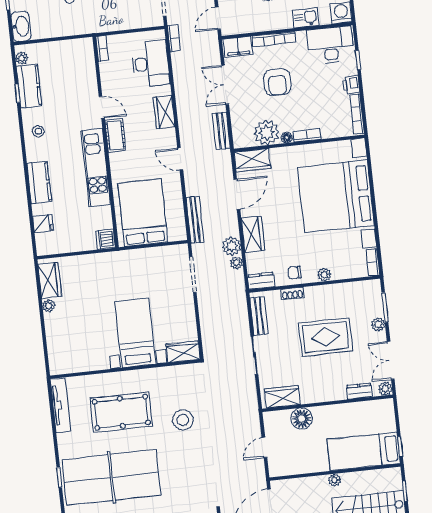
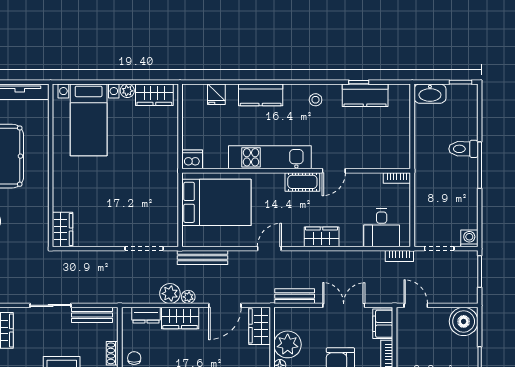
plant: (22, 58) -> (396, 91), removed
desk: (150, 64) -> (382, 228), width x0.73
door: (237, 194) -> (225, 305), hinge flipped
plant: (236, 263) -> (188, 297), moved
dresser: (261, 281) -> (146, 315), moved, turned 90
bed with nightstands: (135, 333) -> (89, 120), moved, turned 90

